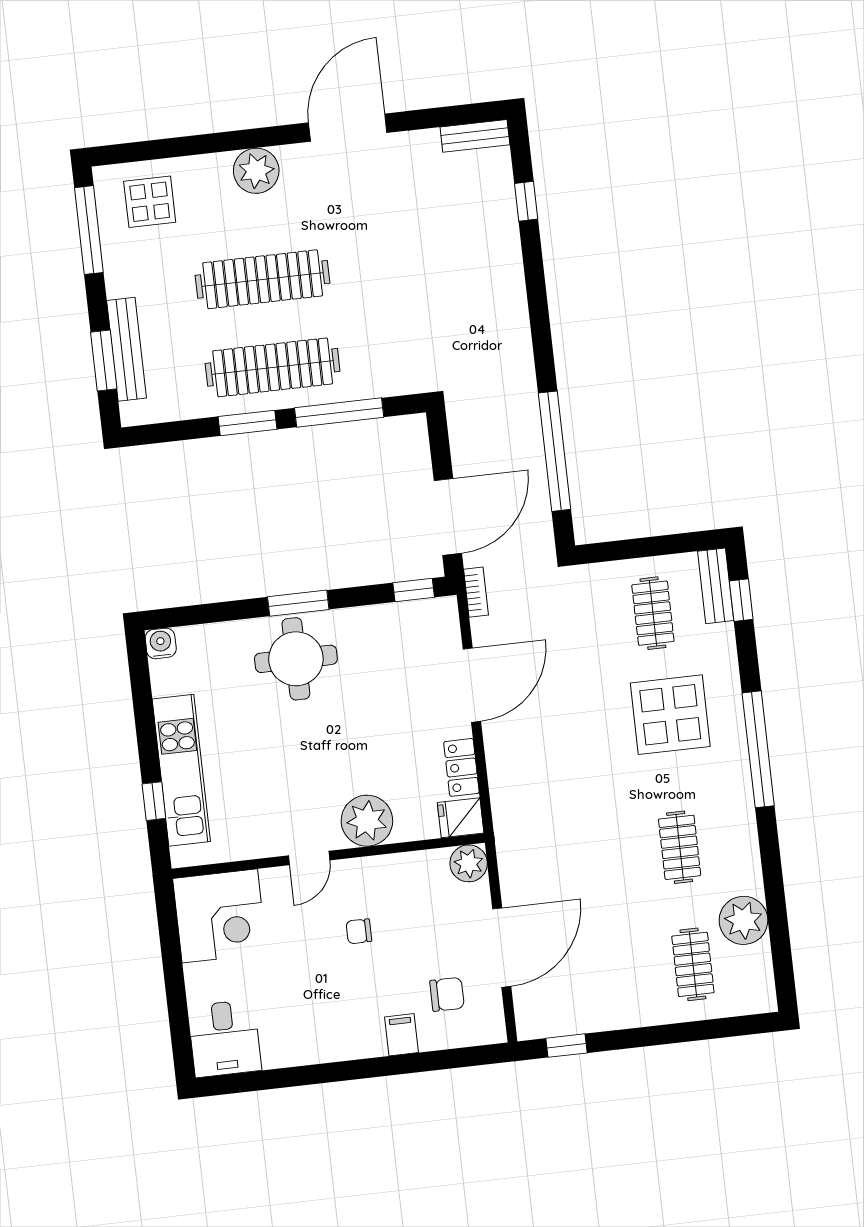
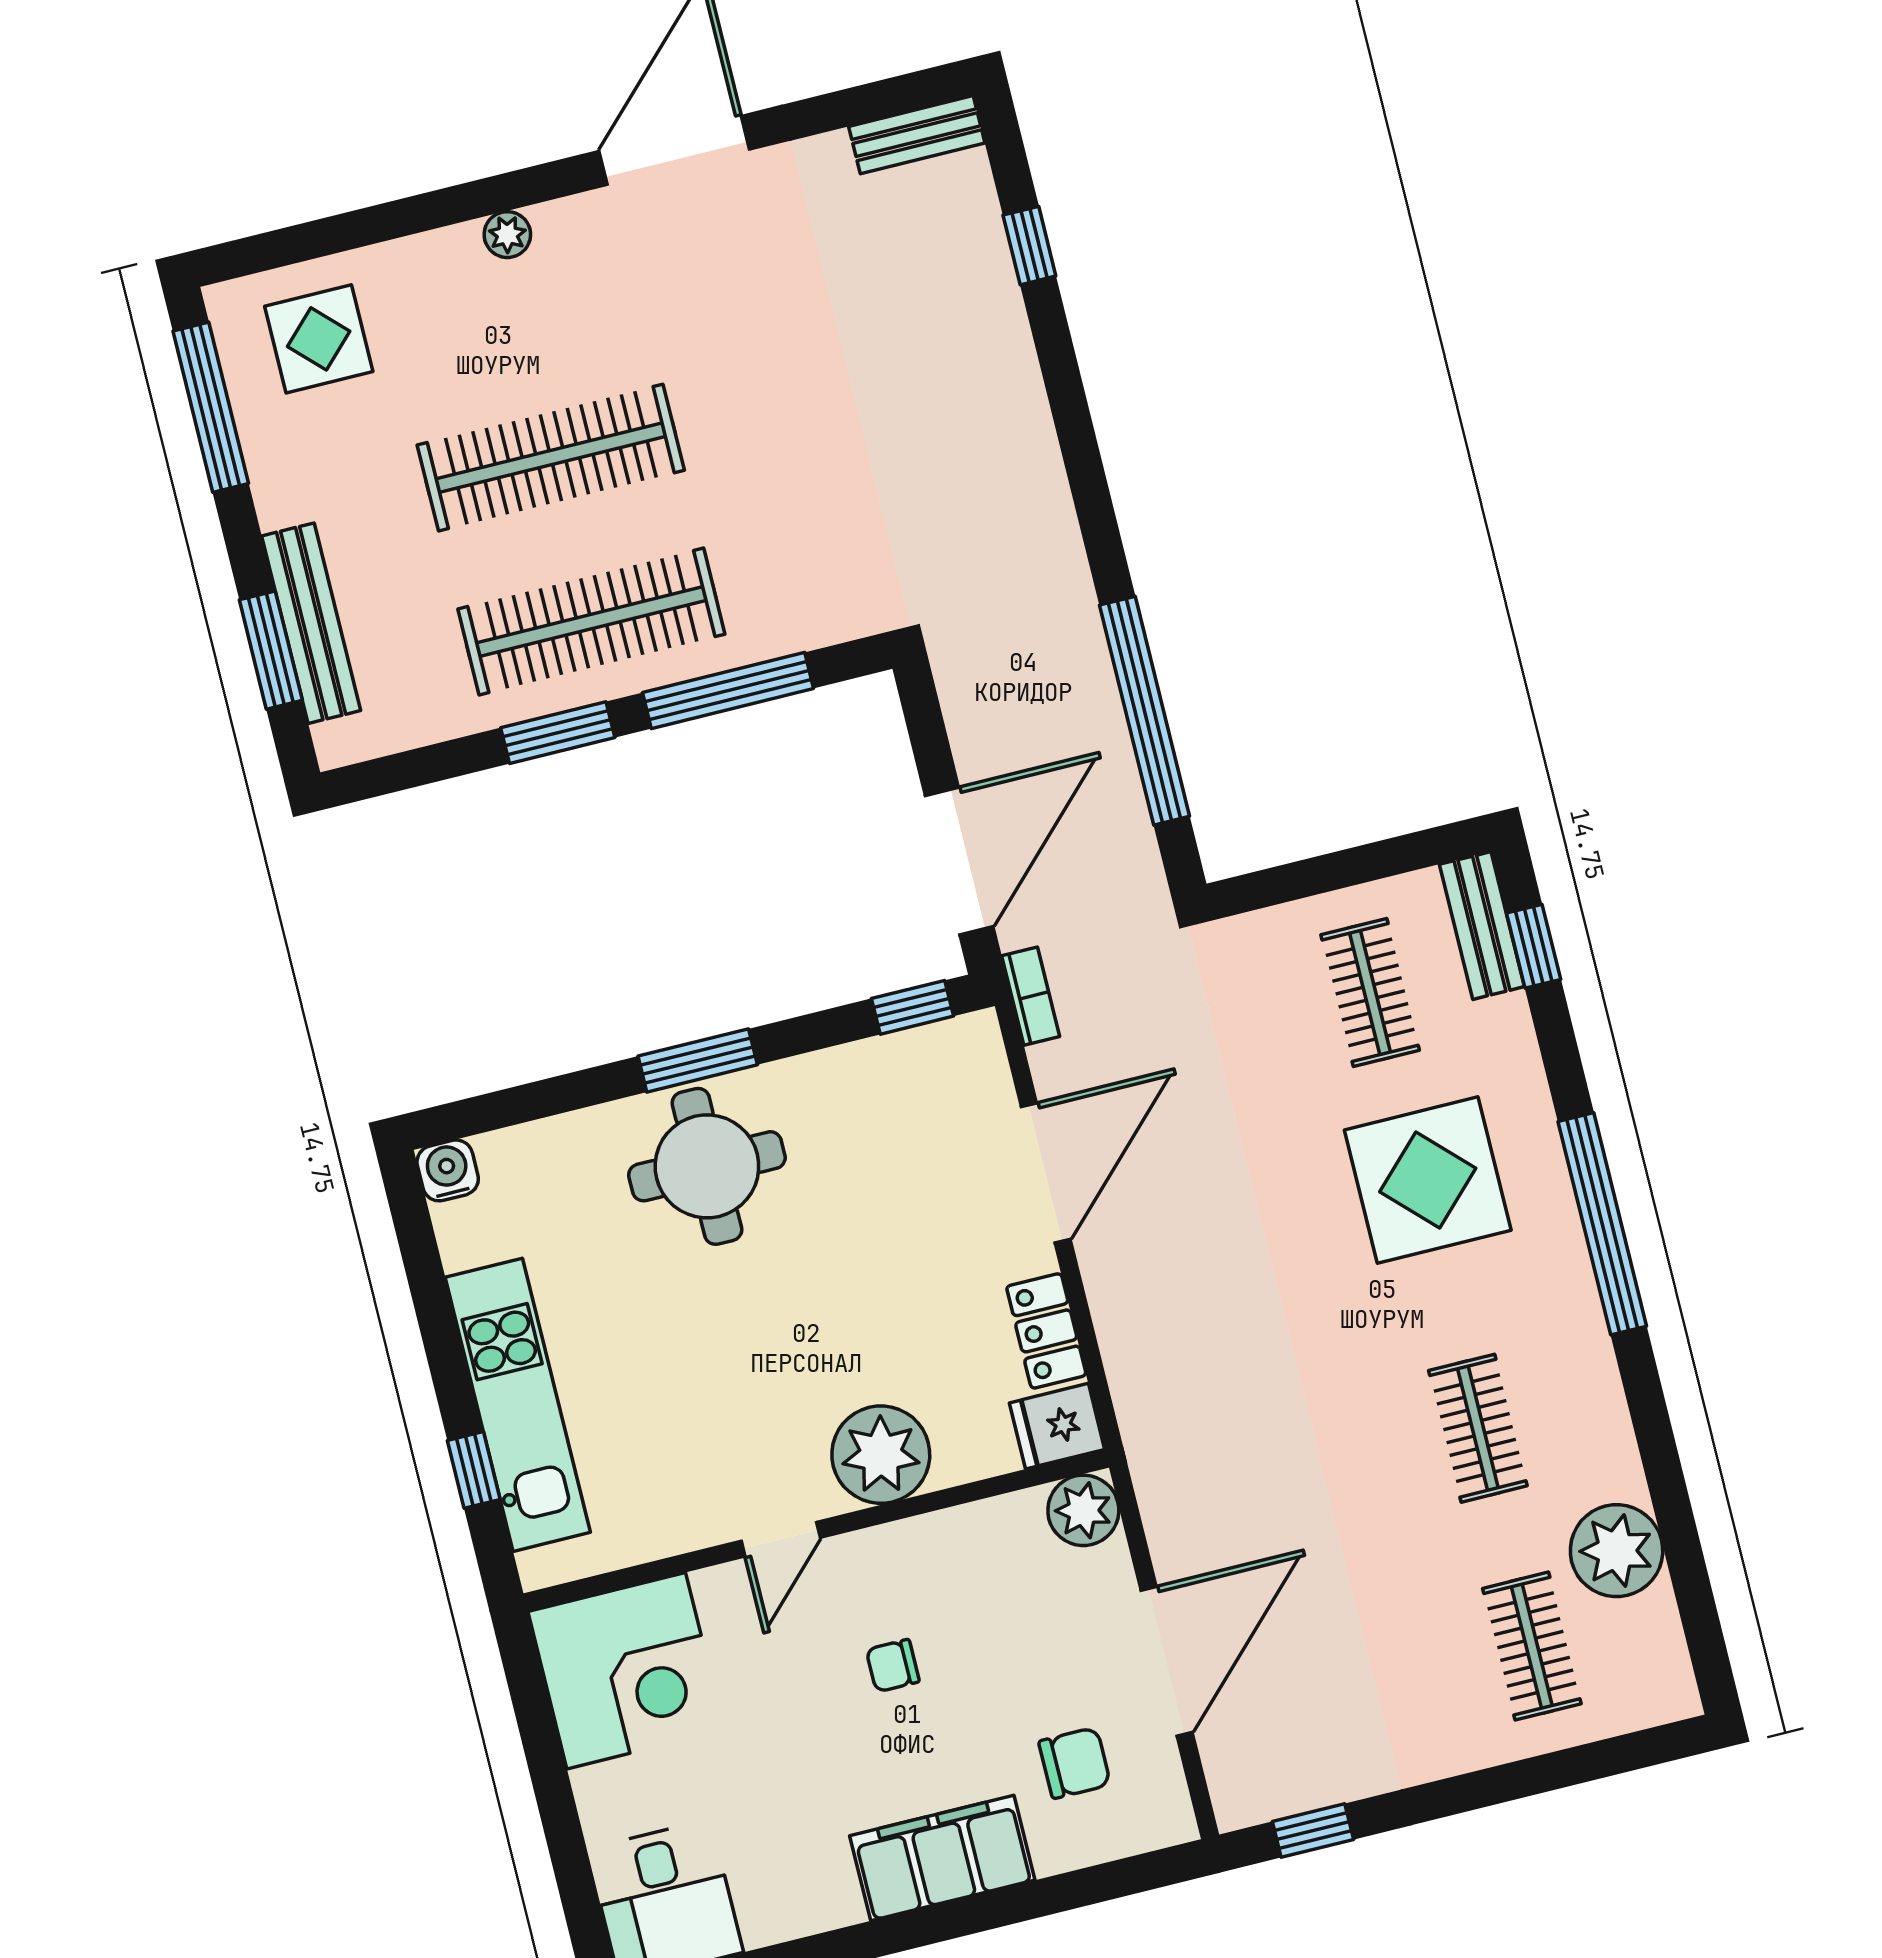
plant: (256, 171) -> (507, 235), width x0.53, depth x0.53
filing cabinet: (401, 1035) -> (942, 1858), width x3.00, depth x1.17

